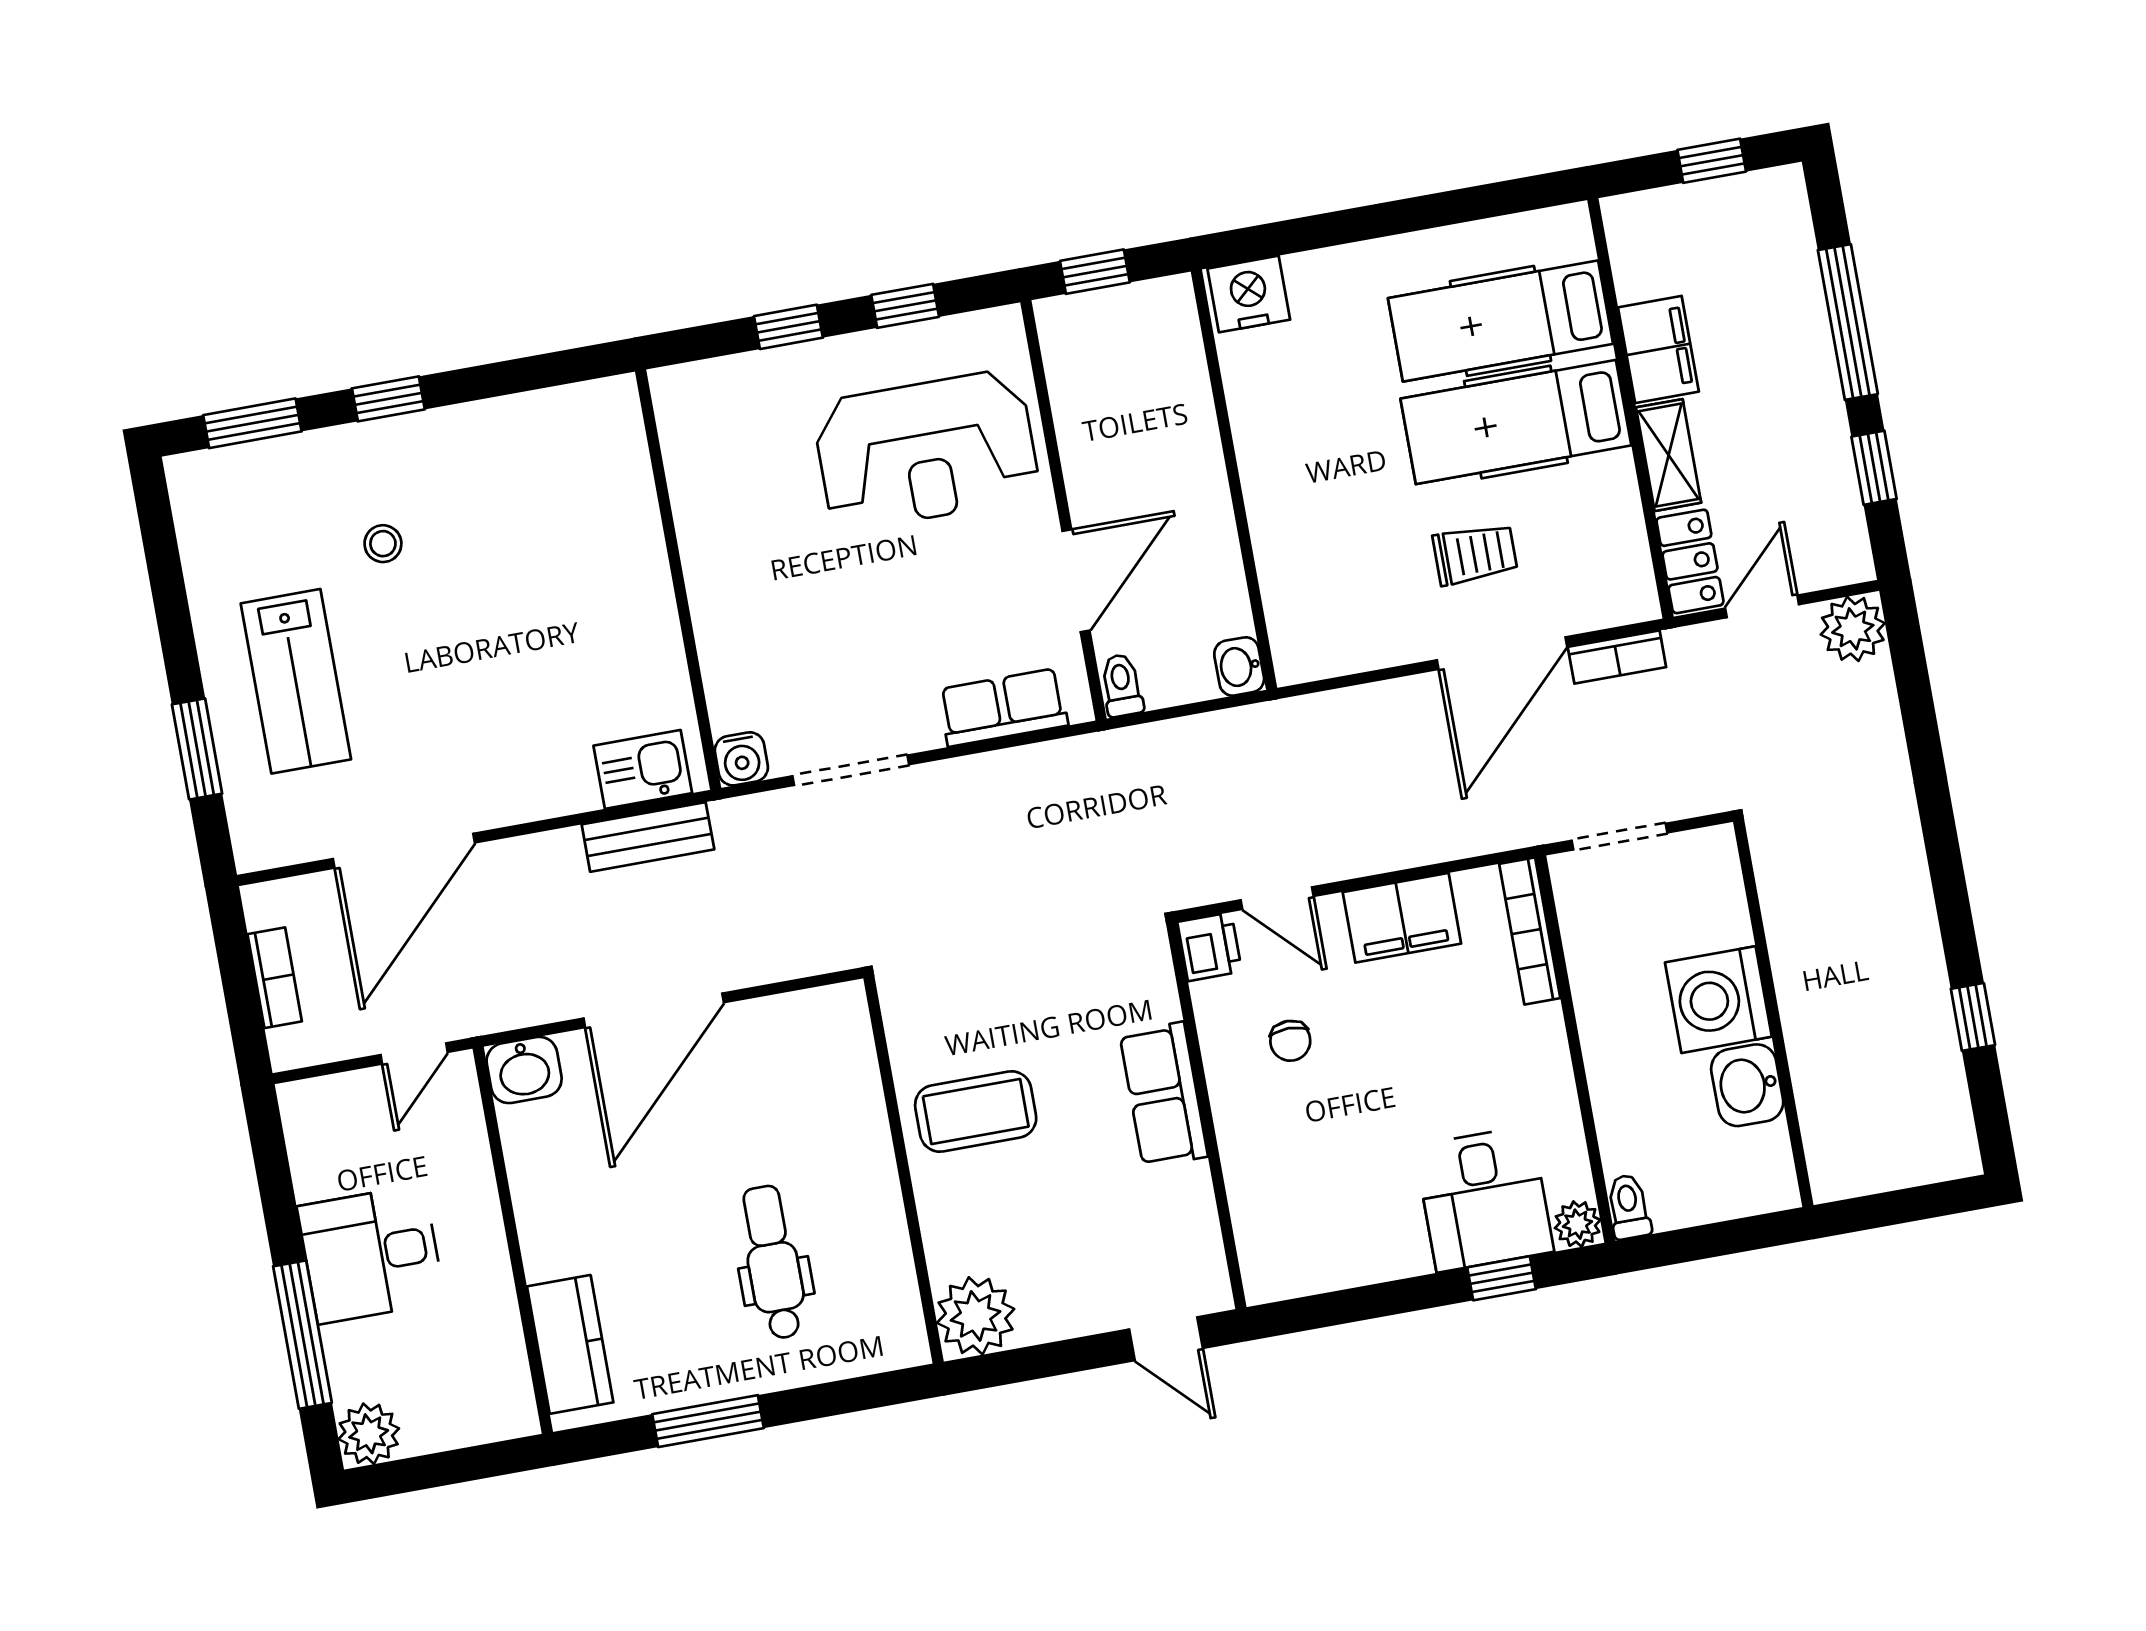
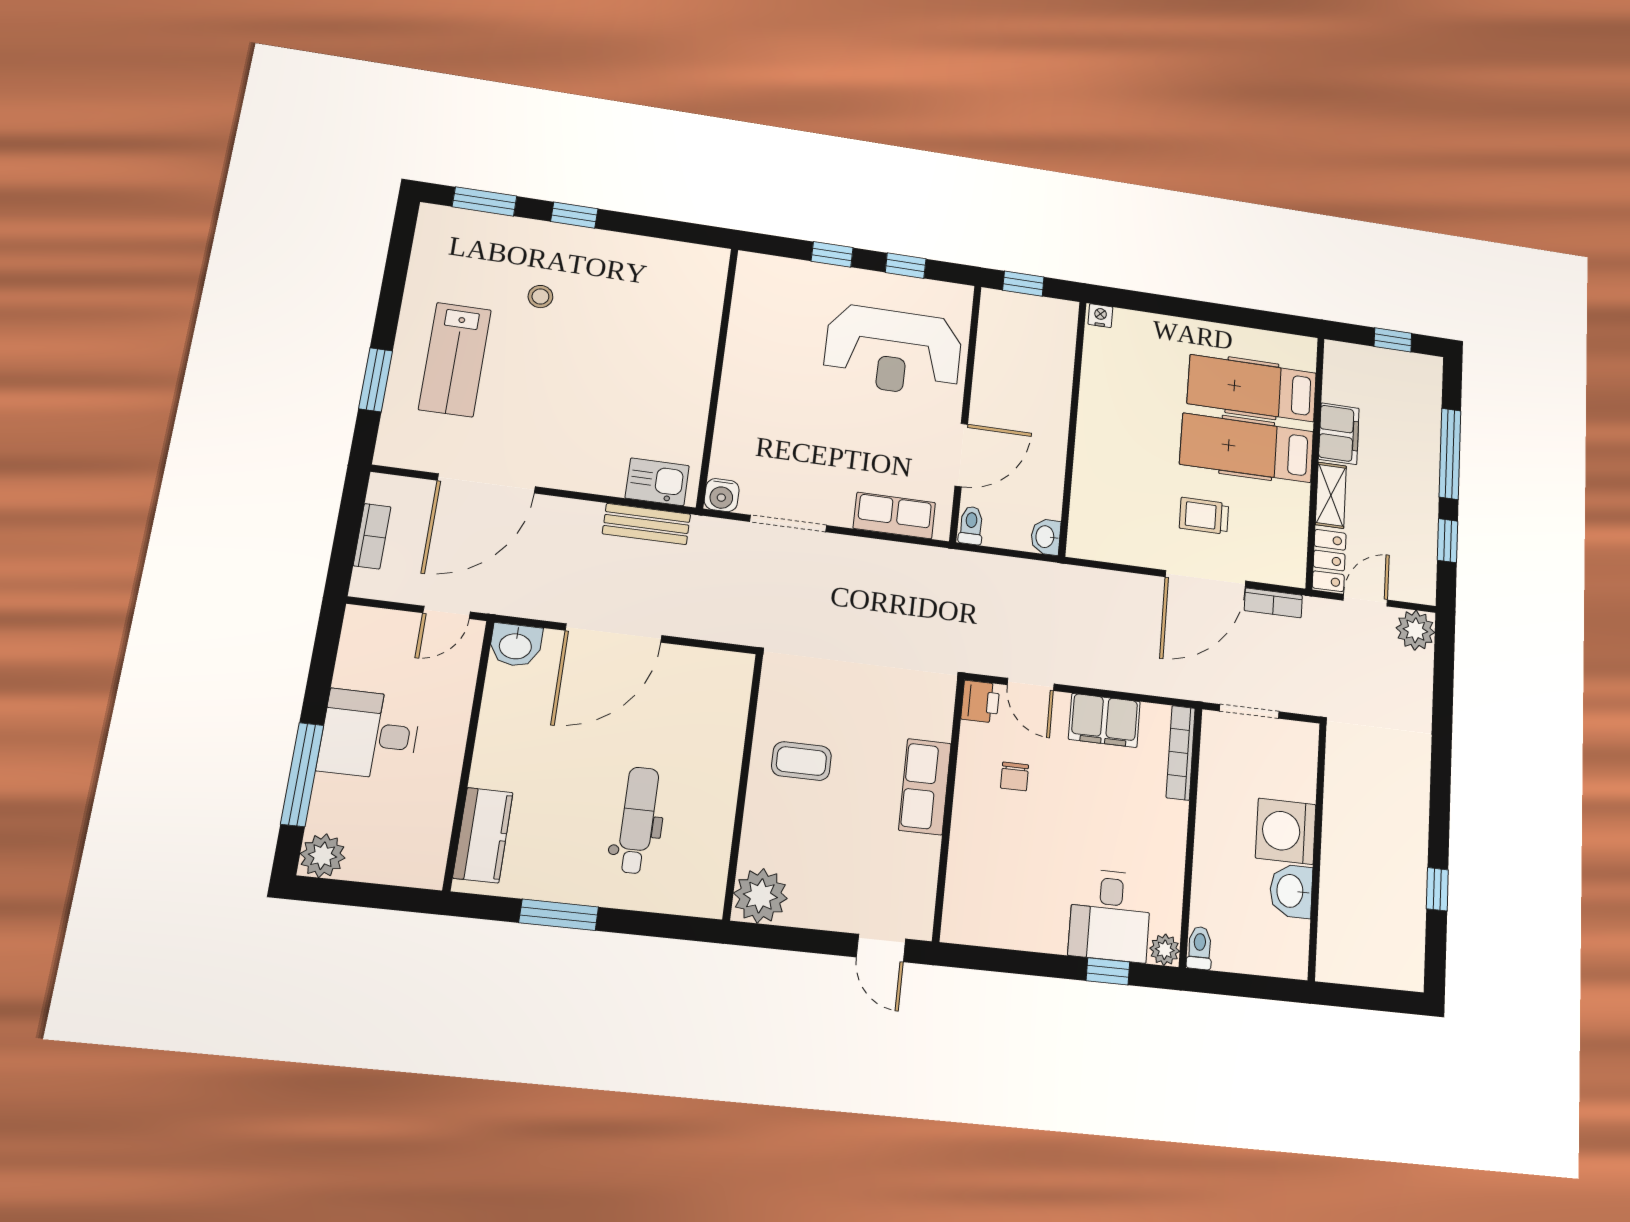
nightstand: (1249, 294) -> (1100, 316), width x0.53, depth x0.56
trolley: (1475, 554) -> (1204, 516), turned 180
coffee table: (976, 1112) -> (801, 761), width x0.73, depth x0.77

